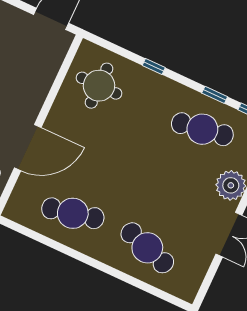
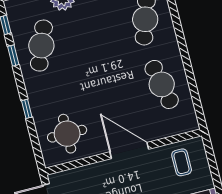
cafe table: (202, 129) -> (41, 46), turned 30
door: (28, 148) -> (129, 150), moved

